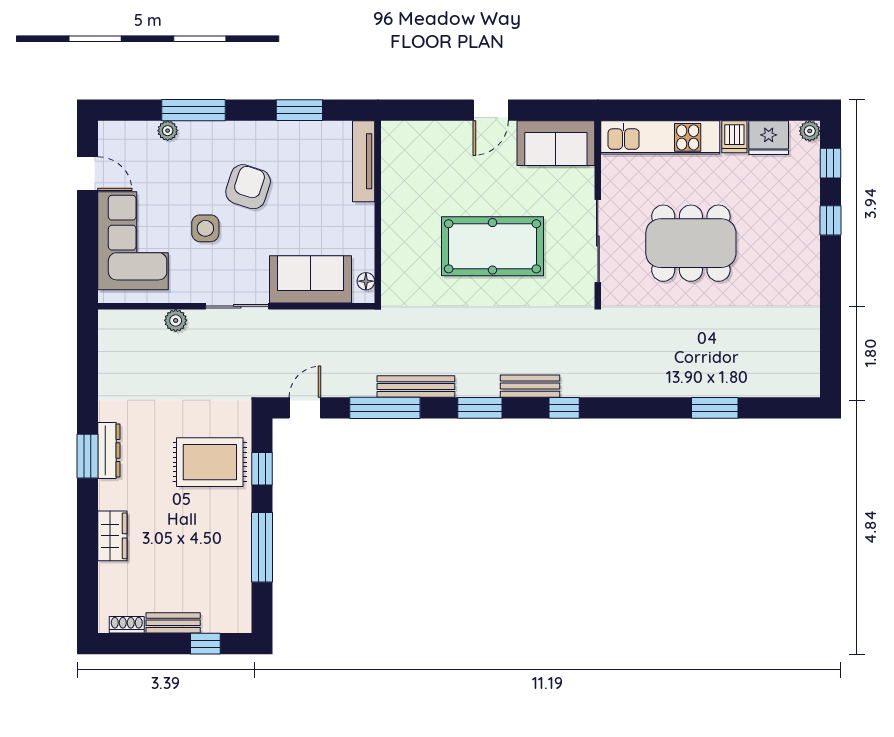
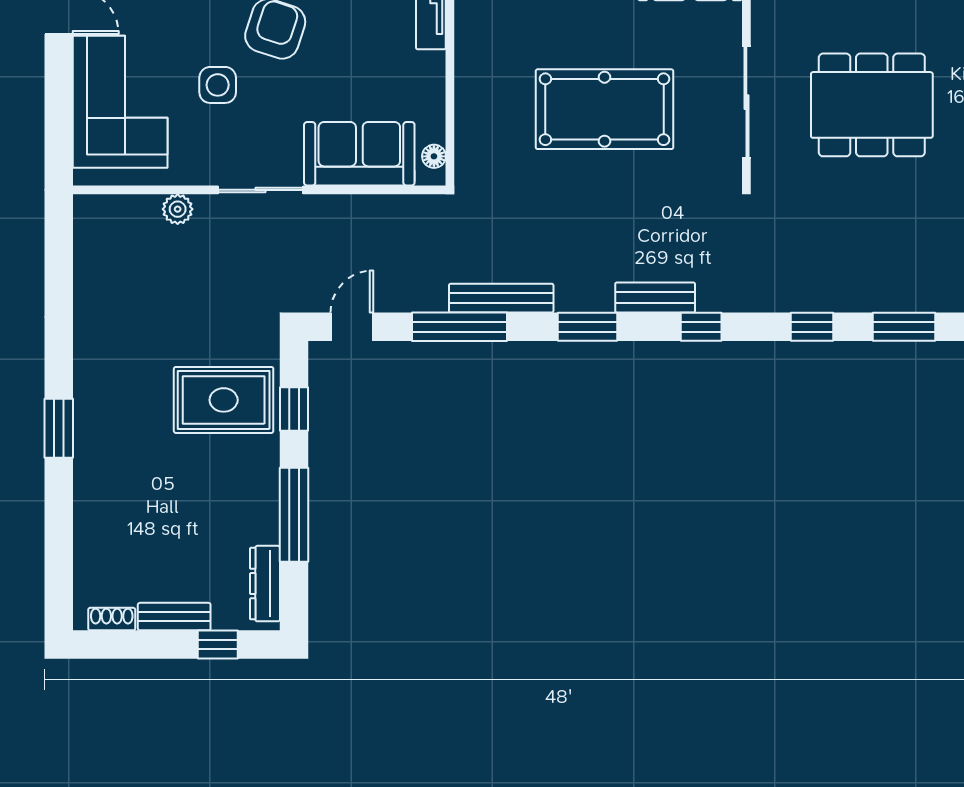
window: (647, 408) -> (812, 327), added
dresser: (109, 450) -> (265, 584), moved, turned 180
window: (87, 456) -> (59, 428), moved
wardrobe: (112, 536) -> (92, 499), removed

